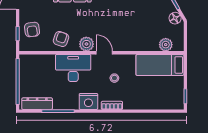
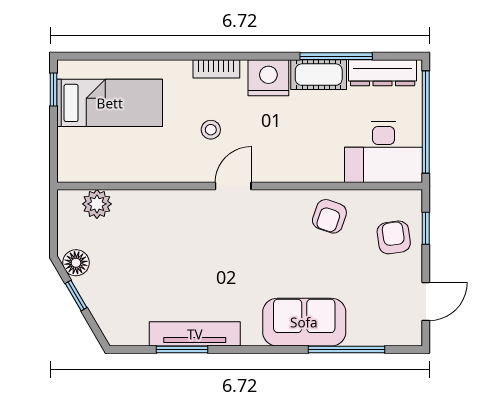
plant: (86, 44) -> (273, 205), removed
door: (104, 53) -> (233, 186), swing flipped
bed: (160, 65) -> (110, 103), moved
desk: (73, 68) -> (384, 152), moved
cot: (66, 103) -> (319, 75), added

